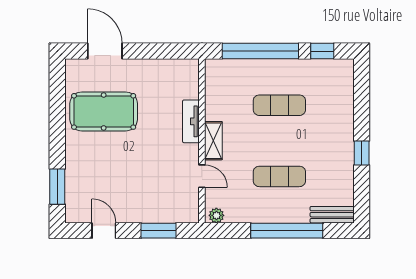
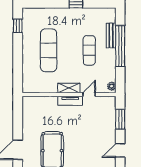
window: (260, 51) -> (18, 61), removed
exercise mat: (279, 105) -> (49, 50), width x1.36, depth x1.45
tv unit: (191, 121) -> (70, 101), moved
bench: (332, 215) -> (111, 36), moved

